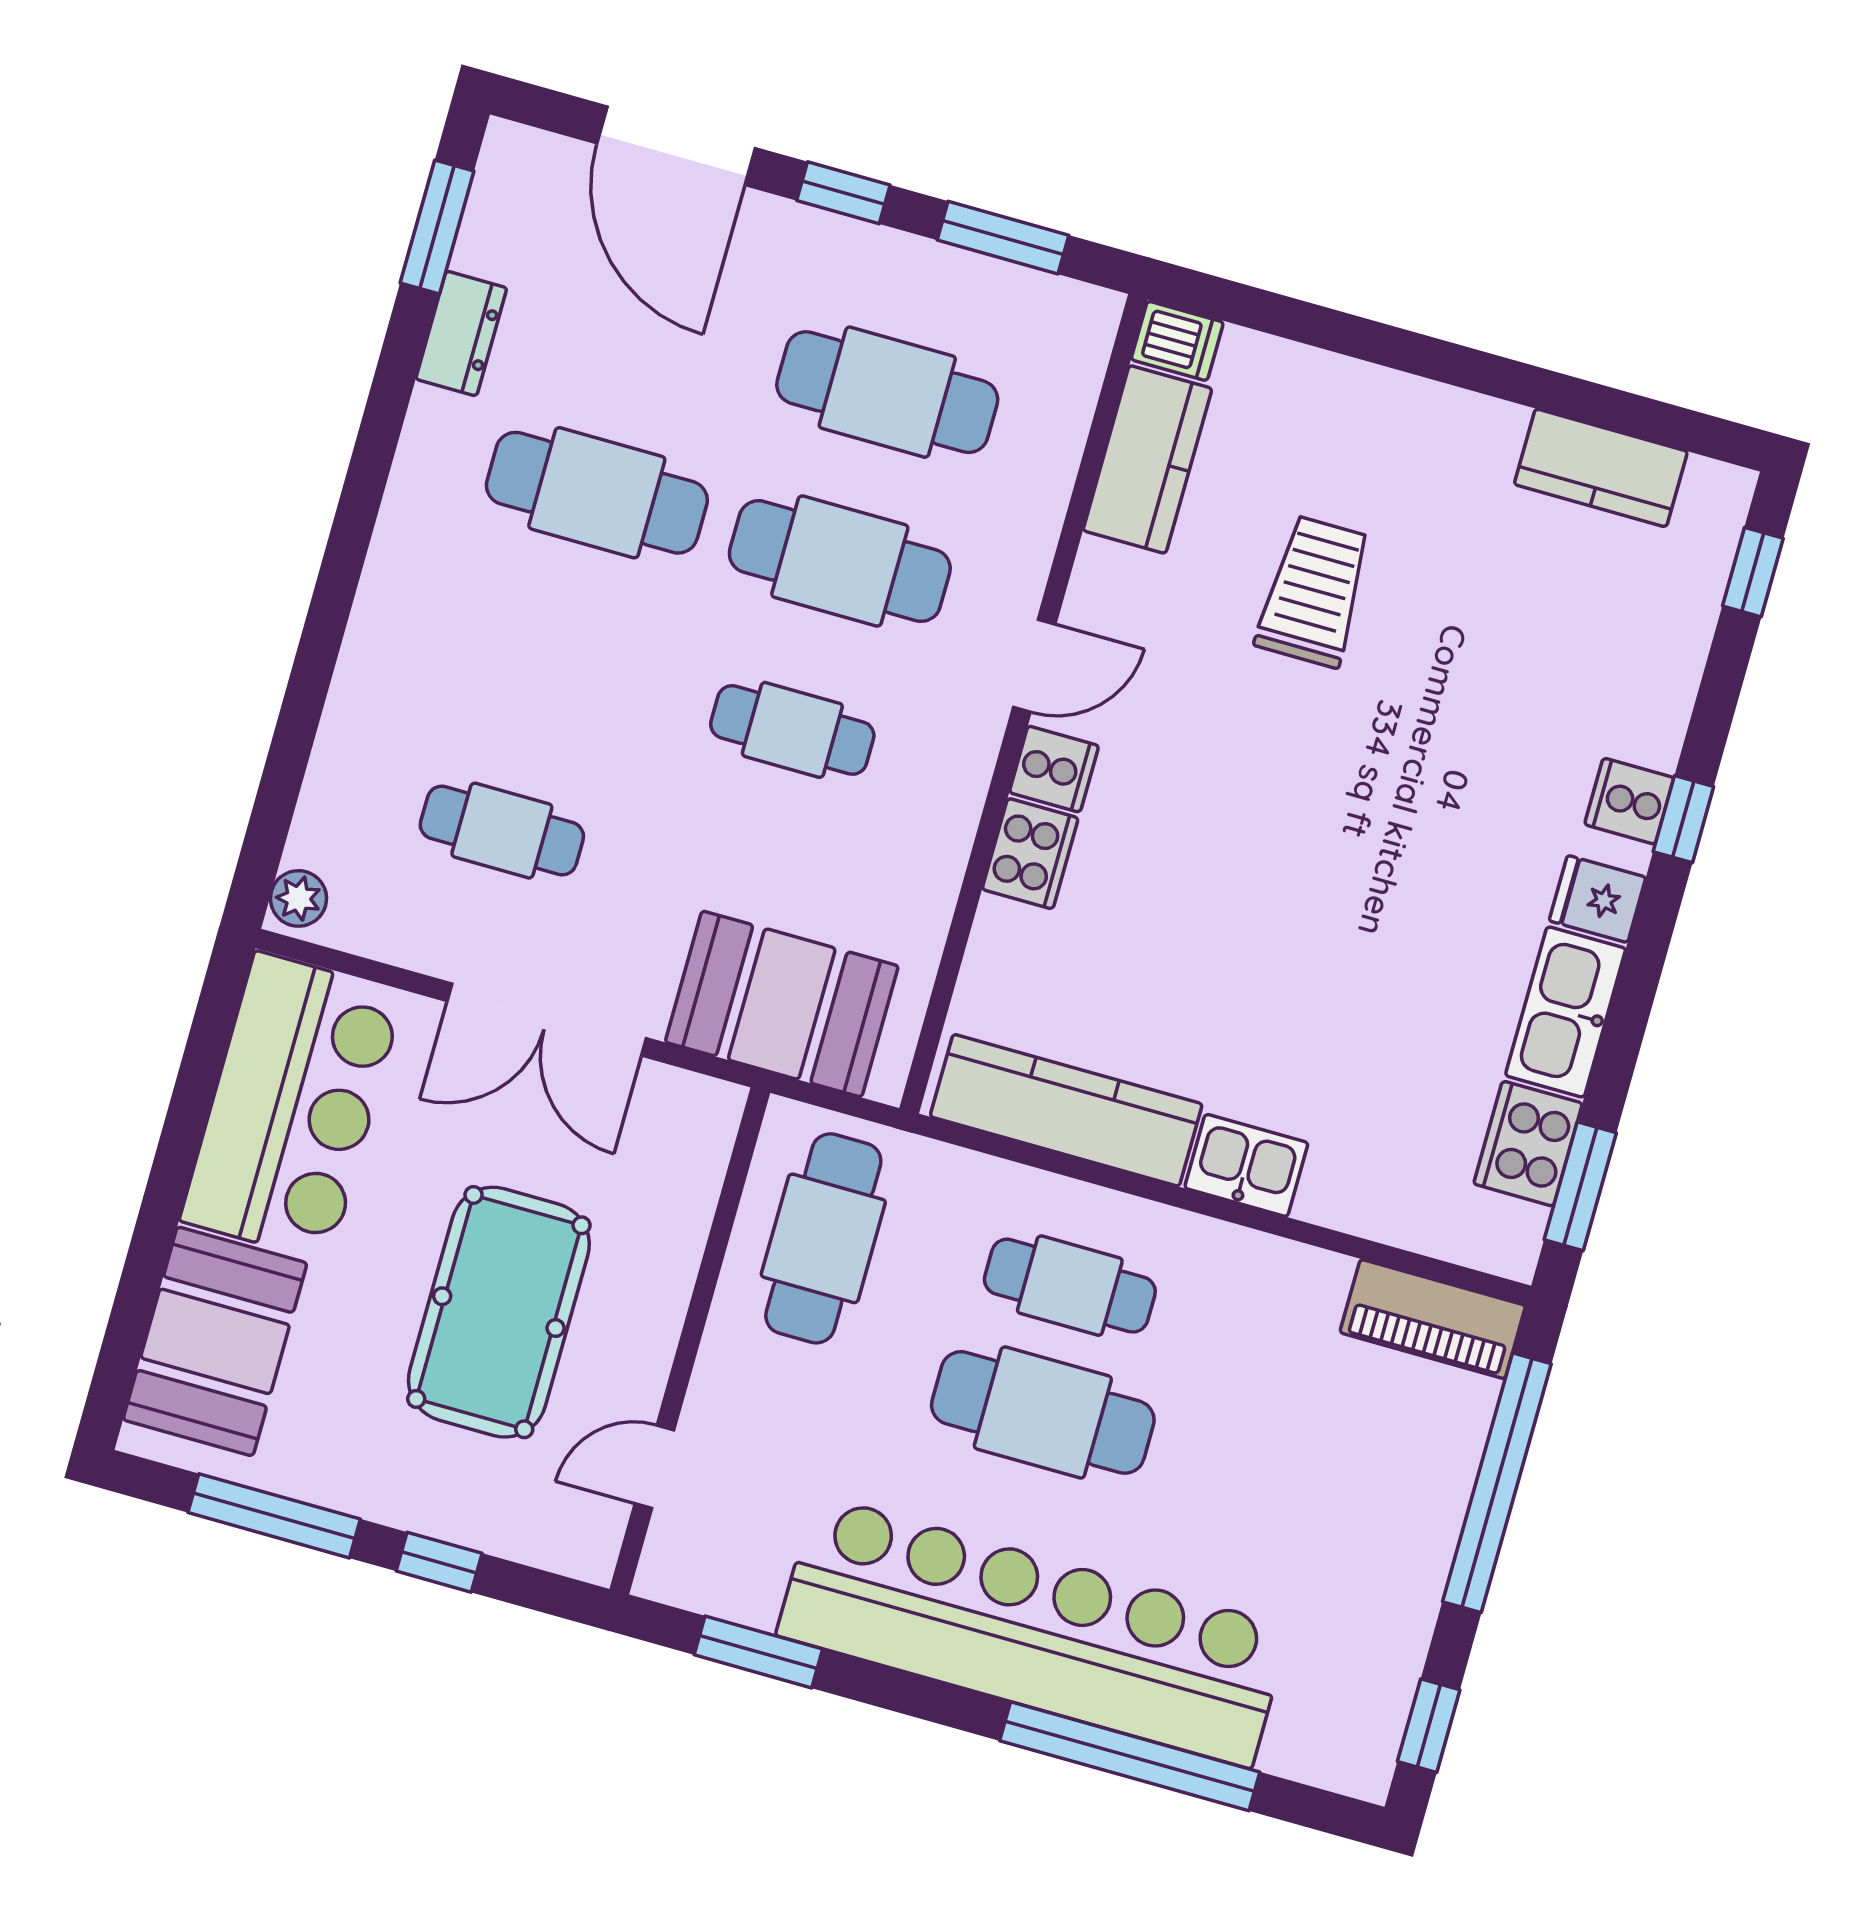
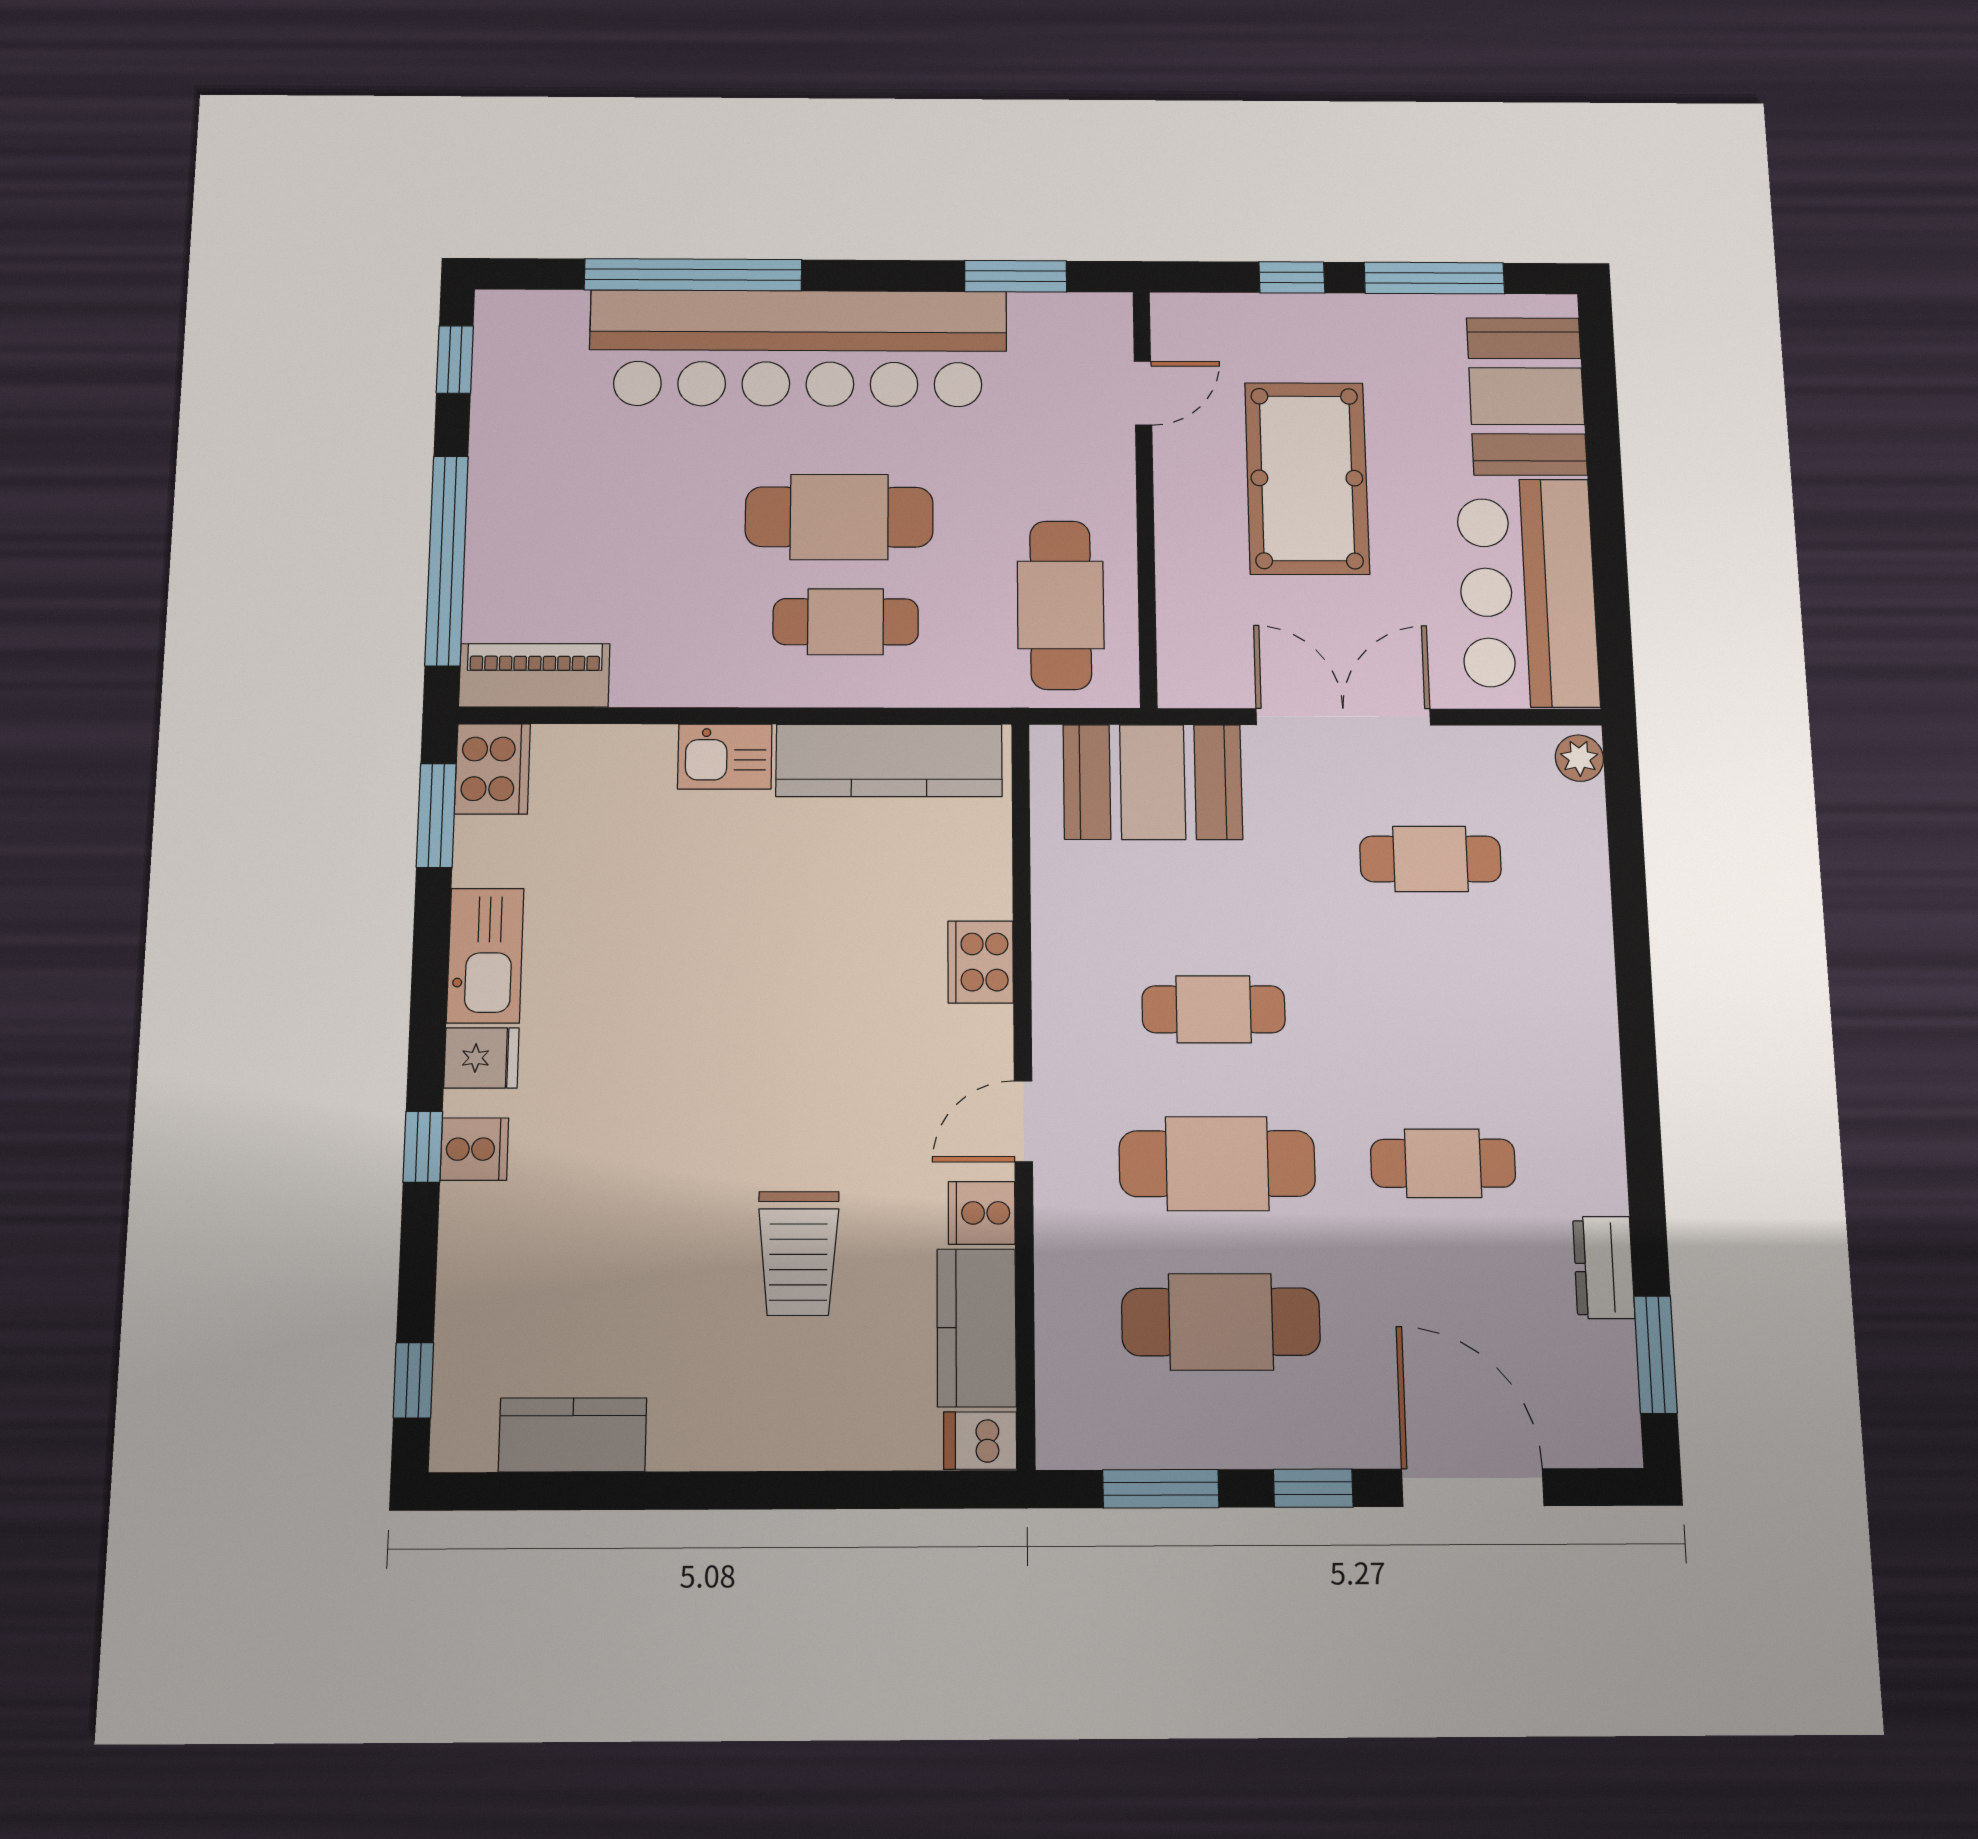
cafe table: (597, 493) -> (1443, 1163), width x0.73, depth x0.74
cooker: (1054, 769) -> (982, 1213), moved
cooker: (1528, 1144) -> (492, 769), moved

